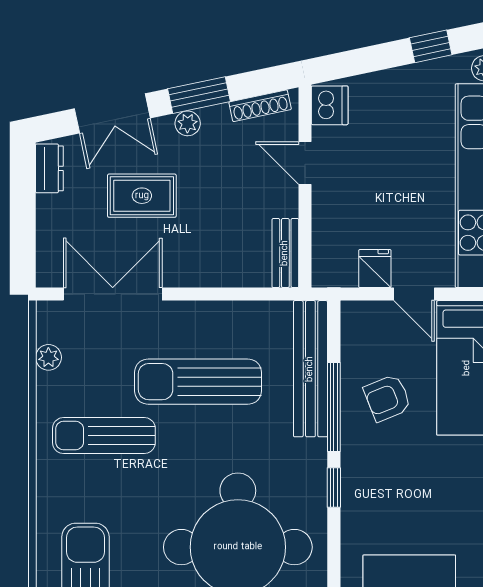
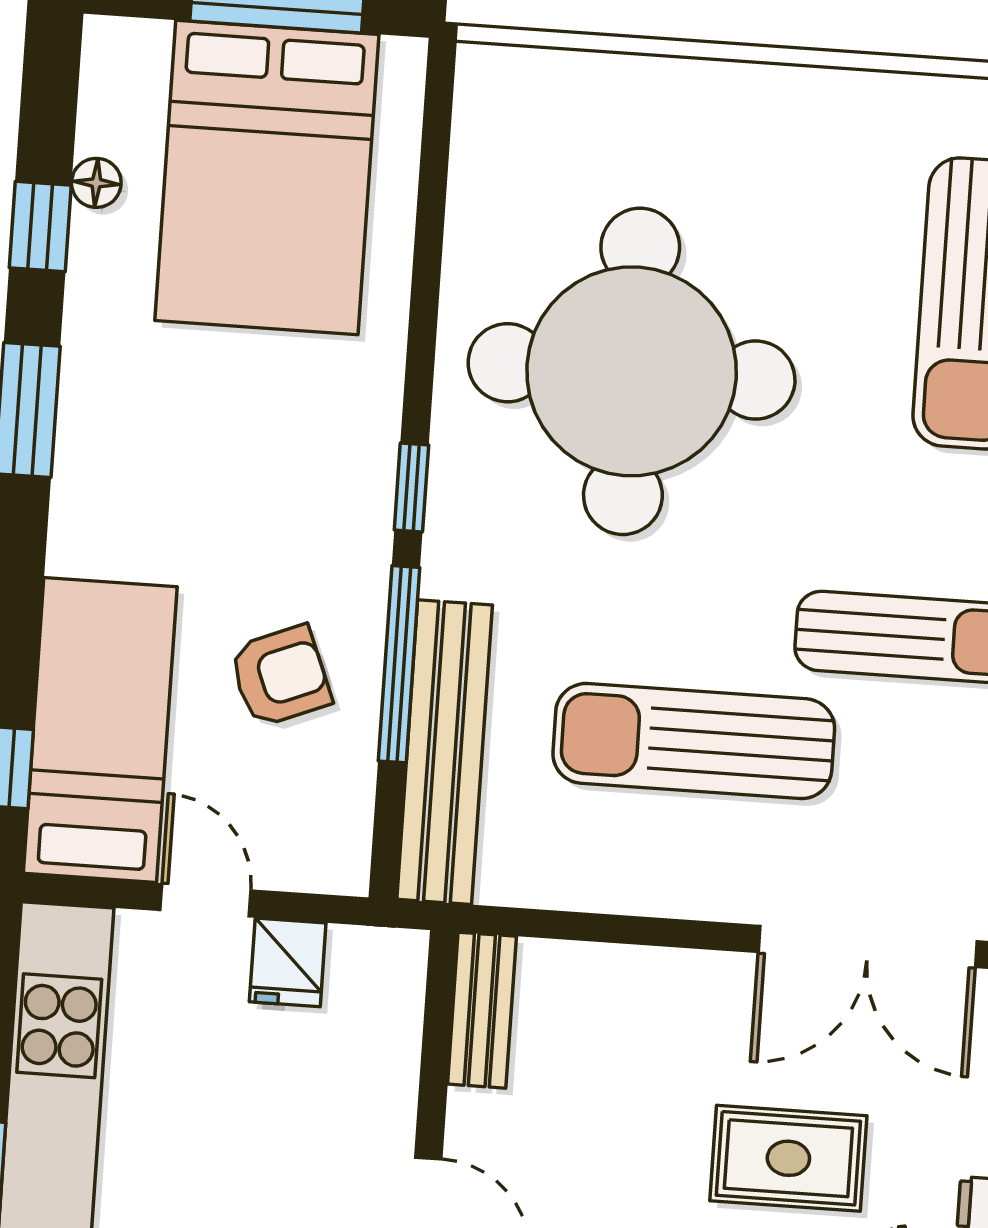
sun lounger: (198, 382) -> (694, 741), turned 180

